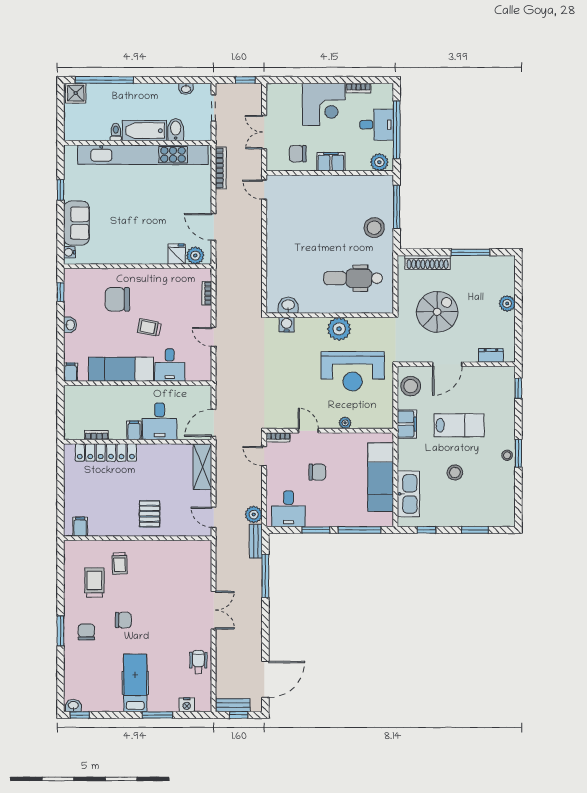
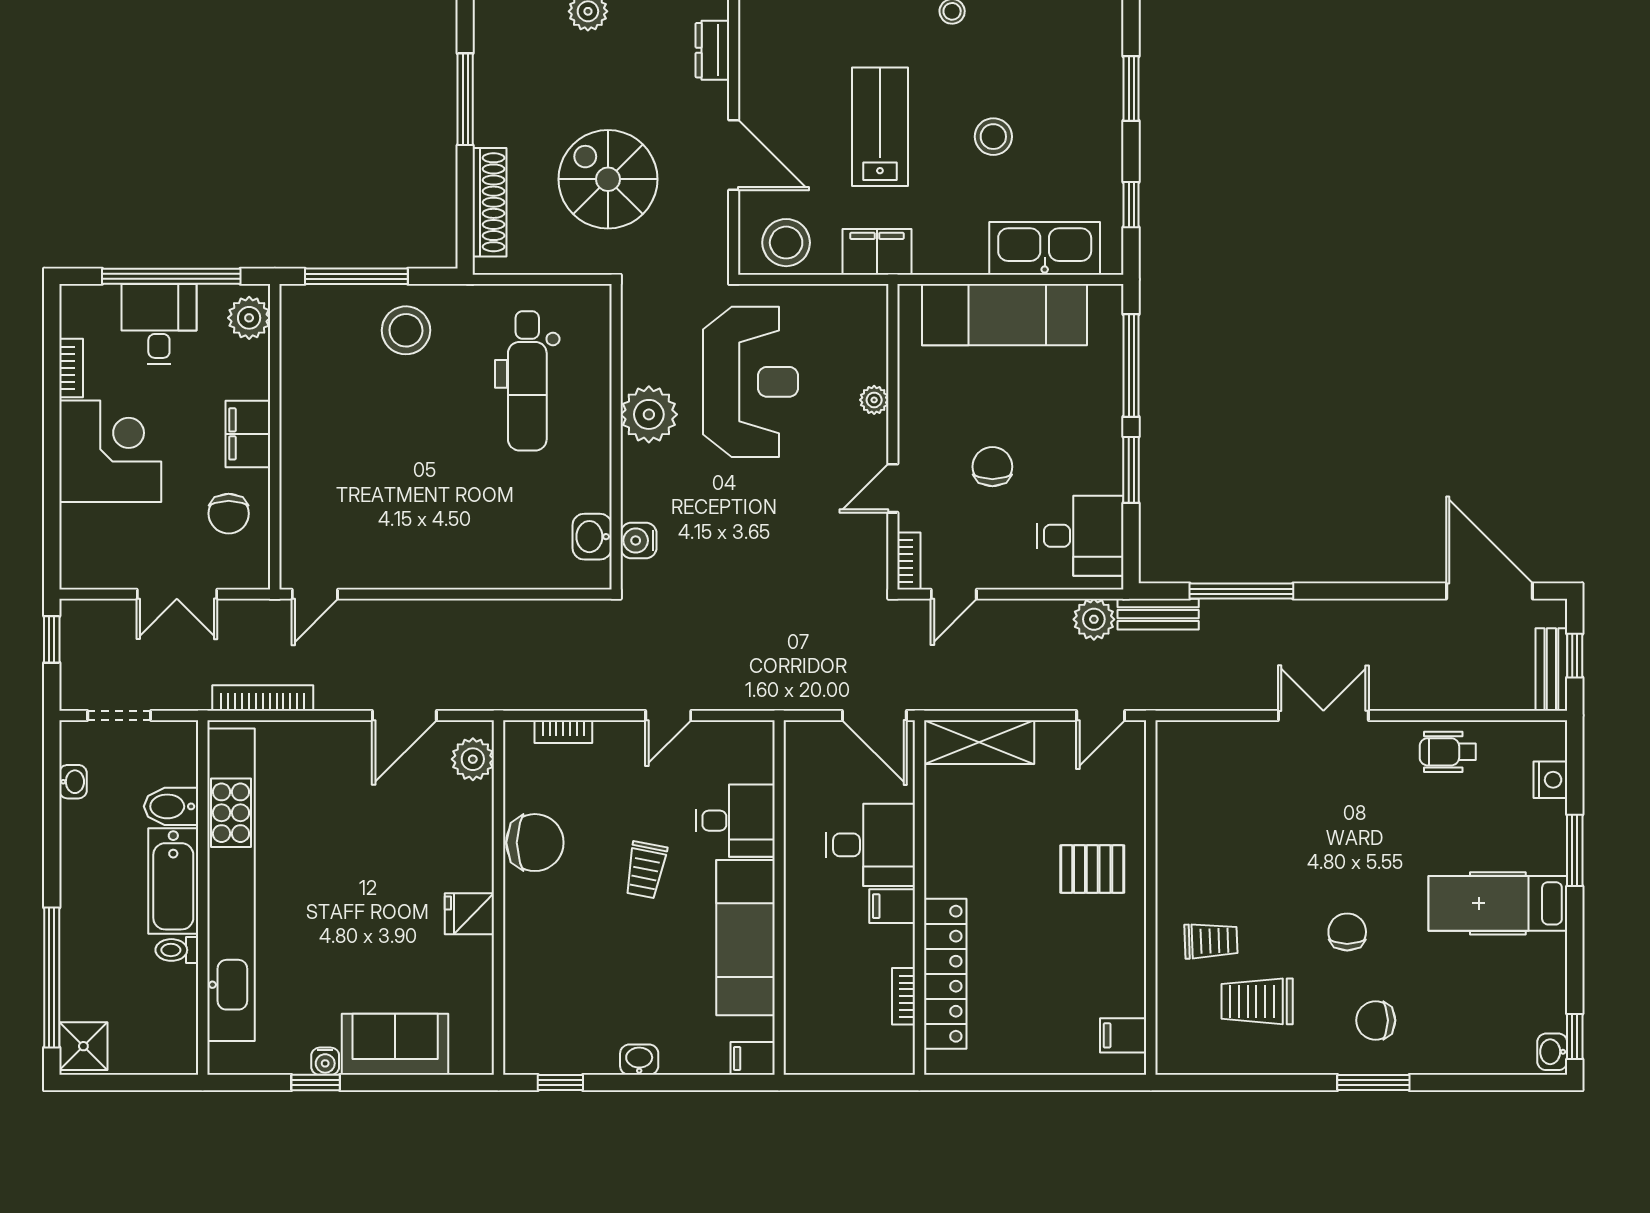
water cooler: (69, 252) -> (325, 1061), moved
fridge: (177, 254) -> (469, 914), moved
chair: (117, 299) -> (535, 843), moved, turned -90

